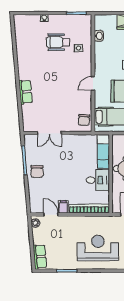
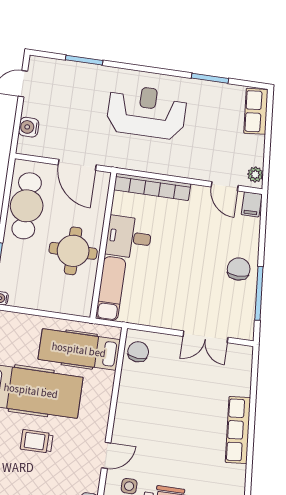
door: (93, 83) -> (106, 455), moved
row of seats: (25, 92) -> (238, 430), width x1.48
double door: (49, 133) -> (205, 337), swing flipped
filing cabinet: (63, 207) -> (252, 204), moved
reception desk: (98, 248) -> (147, 112), turned 180

